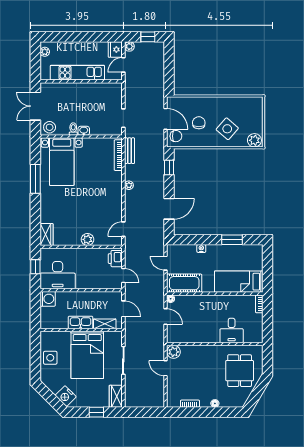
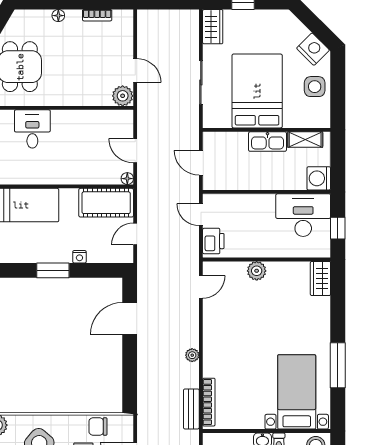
chair: (176, 136) -> (98, 427), moved
window: (169, 167) -> (130, 383), removed
window: (232, 240) -> (53, 270), moved
door: (166, 263) -> (135, 234), swing flipped
shelving: (105, 324) -> (305, 139), moved
nightstand: (66, 396) -> (313, 49), moved

